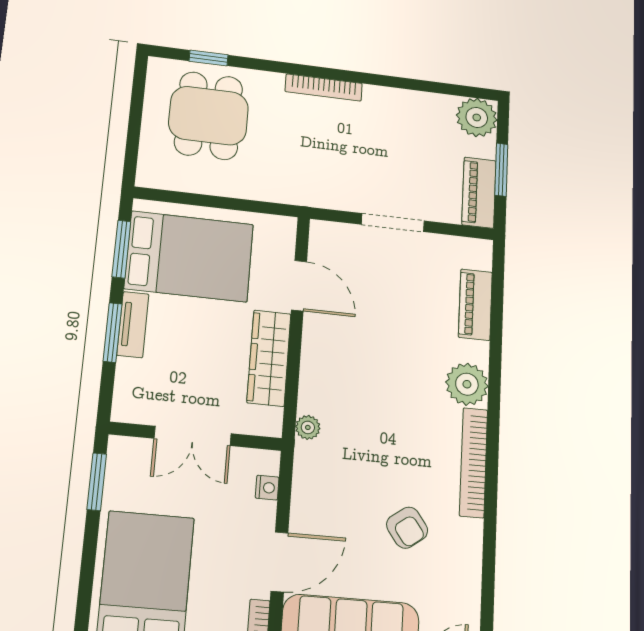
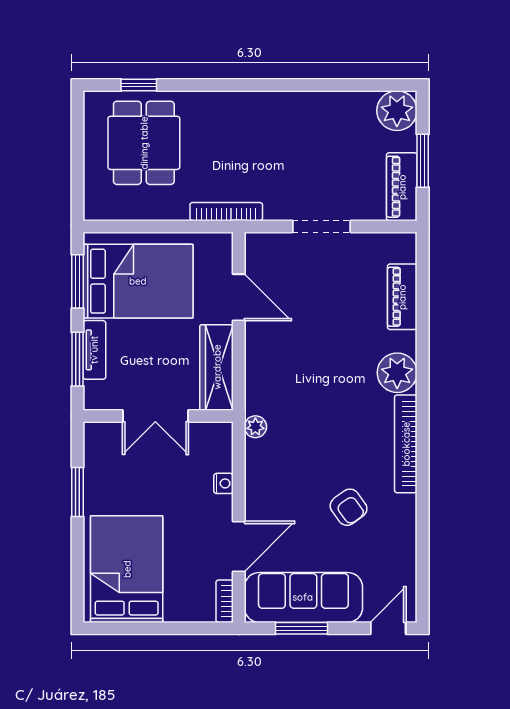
bookcase: (324, 87) -> (226, 212), moved, turned 180
double door: (193, 436) -> (155, 416), moved
wall: (196, 436) -> (158, 416), moved

